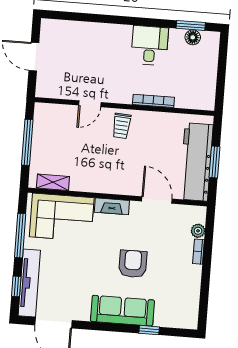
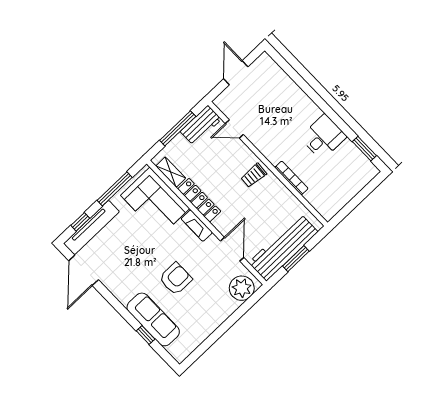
floor lamp: (193, 37) -> (358, 158), removed
door: (90, 104) -> (234, 129), moved
workbench: (44, 123) -> (201, 125), added
locker: (96, 184) -> (199, 200), added
plant: (198, 231) -> (242, 288), width x1.87, depth x1.87
bookcase: (198, 252) -> (229, 311), removed
sofa: (122, 311) -> (153, 319), moved

